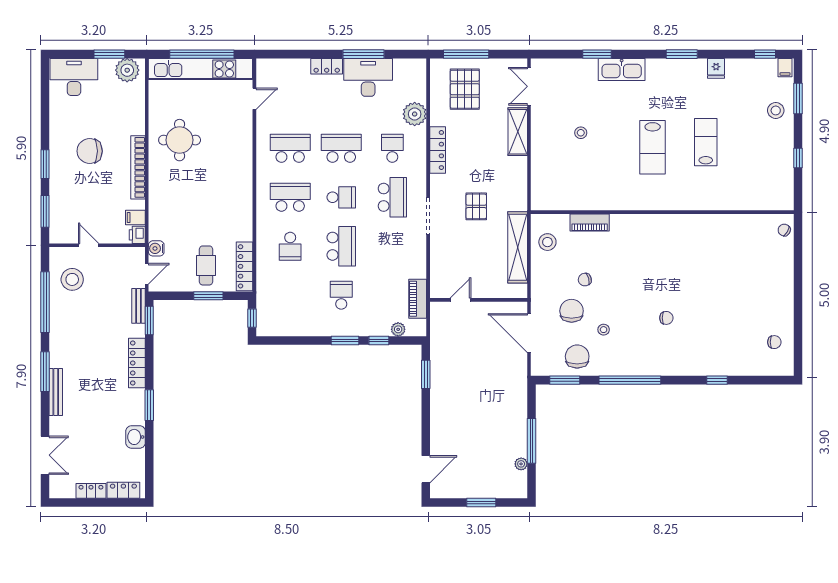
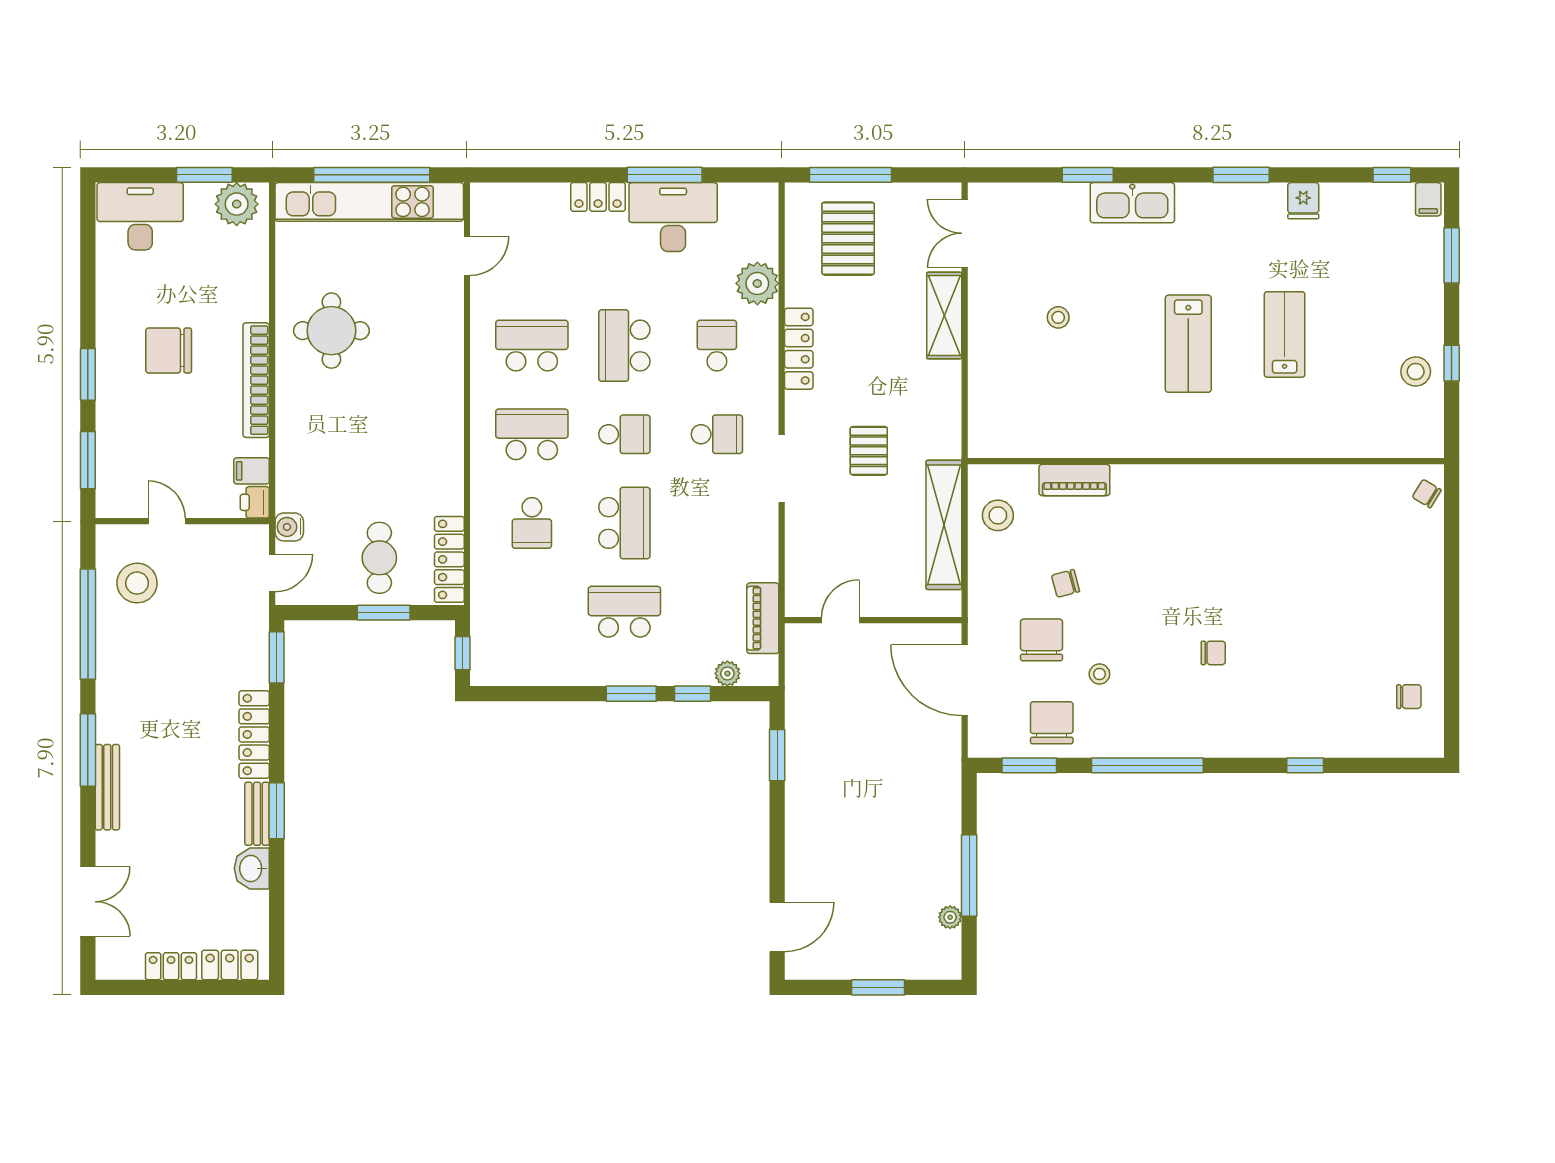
stool: (776, 110) -> (1416, 372), moved
school desk: (341, 148) -> (624, 346), turned -90
school desk: (392, 197) -> (717, 434), width x0.54
school desk: (341, 295) -> (624, 612), width x1.85
bench: (138, 306) -> (257, 814), moved

